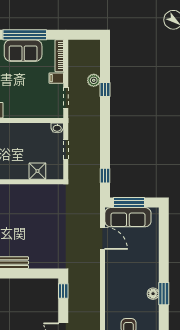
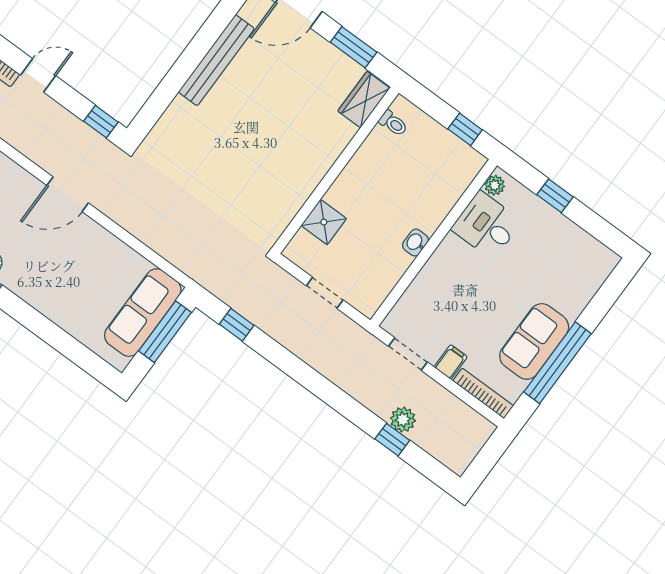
window: (105, 90) -> (392, 440), moved
washbasin: (57, 128) -> (415, 243), moved
door: (103, 238) -> (68, 194), moved

